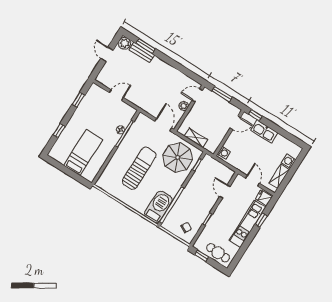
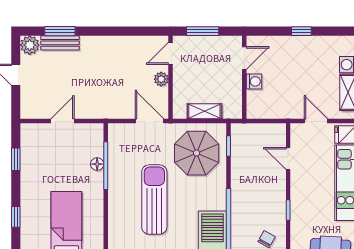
window: (255, 115) -> (301, 31), moved
kitchen sink: (264, 131) -> (290, 46), removed
washing machine: (224, 153) -> (254, 81), moved

